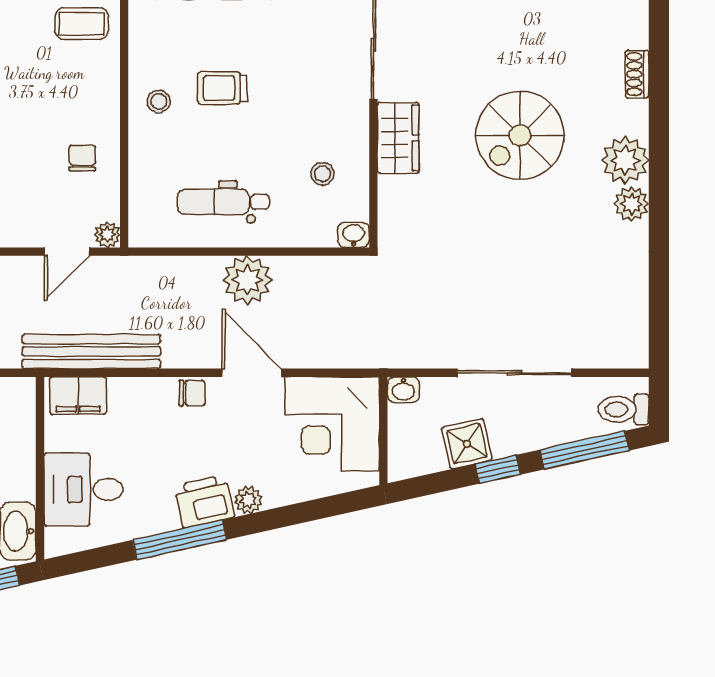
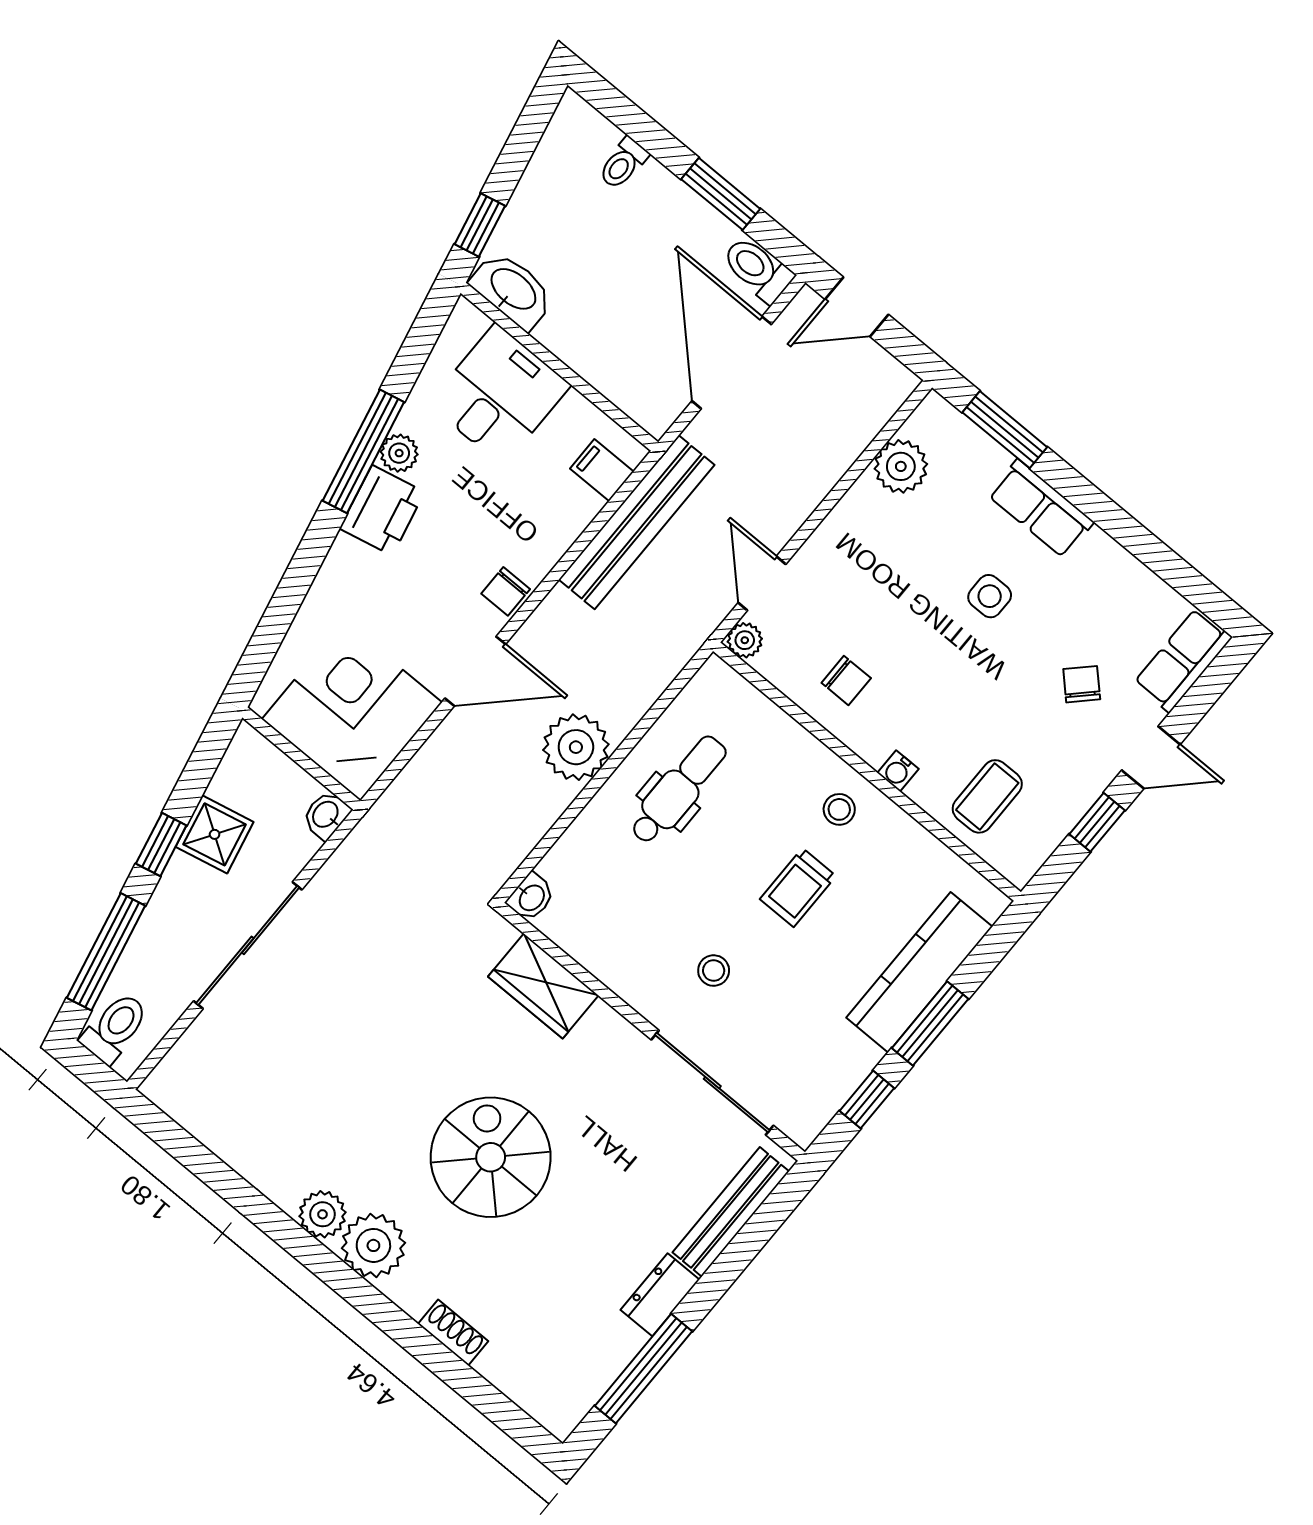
water cooler: (109, 86) -> (898, 771), added
trolley: (222, 88) -> (798, 887), turned 180
wardrobe: (398, 138) -> (543, 986), moved
stool: (323, 174) -> (714, 971), moved
filing cabinet: (78, 396) -> (602, 470), width x0.50
plant: (248, 500) -> (399, 453), moved

